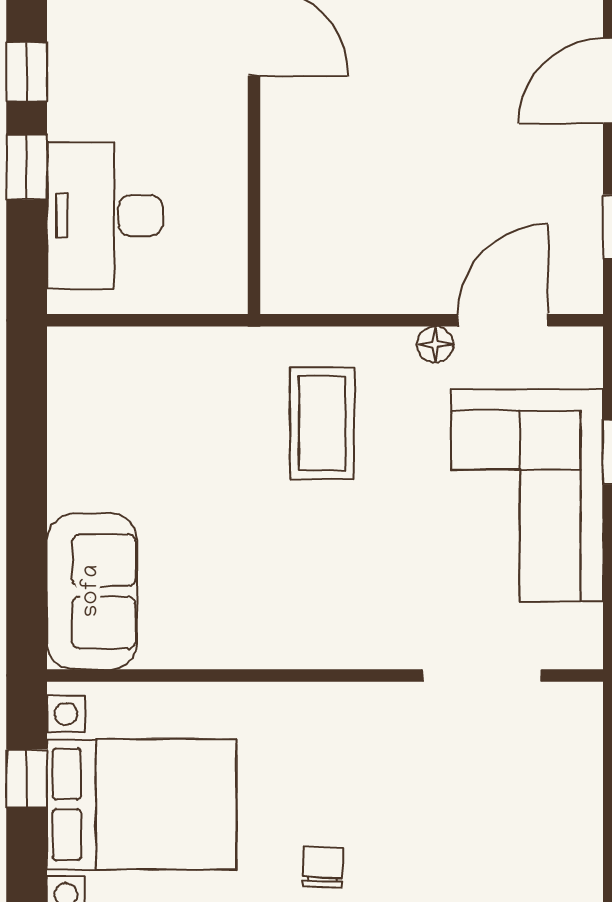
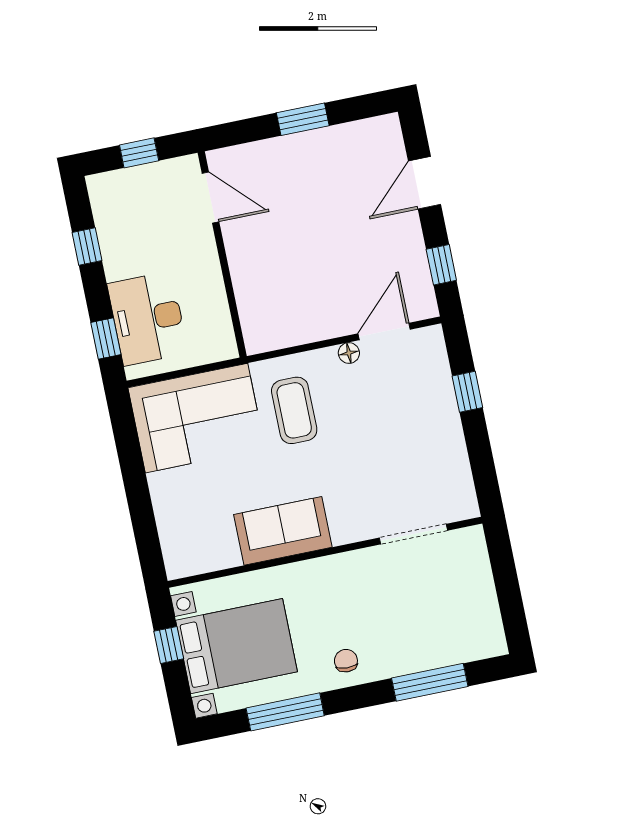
window: (27, 167) -> (106, 338), moved
corner sofa: (527, 495) -> (196, 418), moved, turned -90
sofa: (92, 591) -> (283, 531), moved, turned -90

